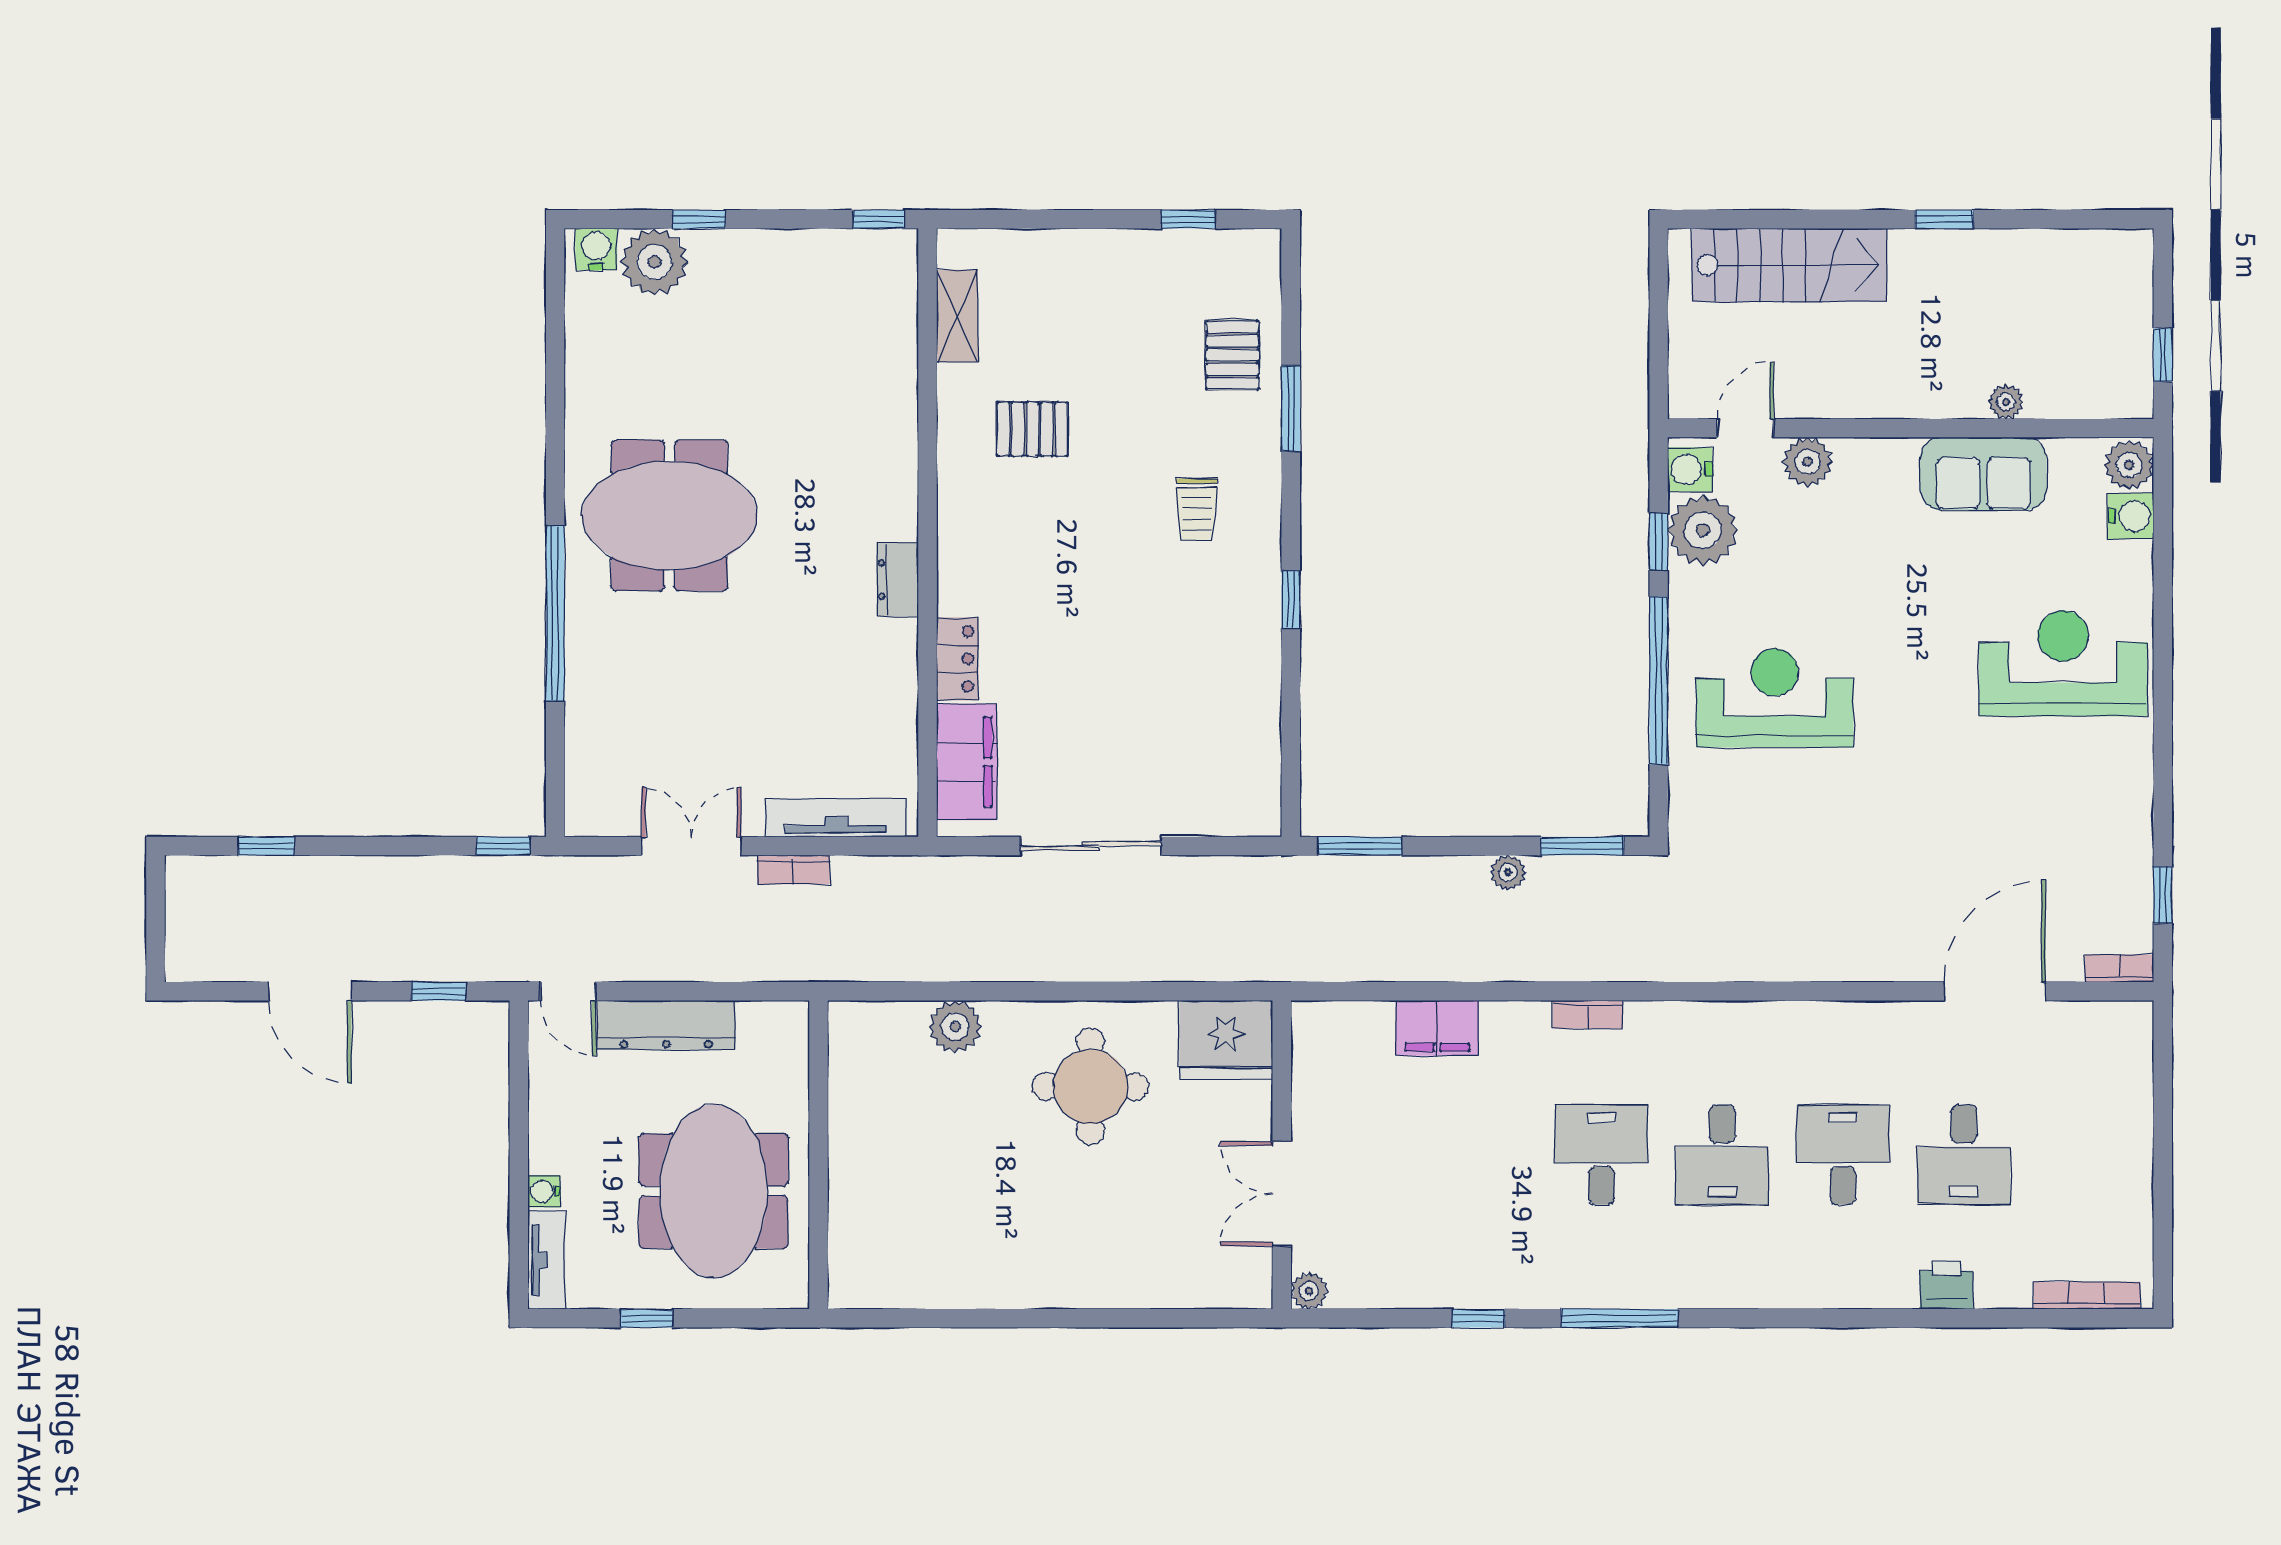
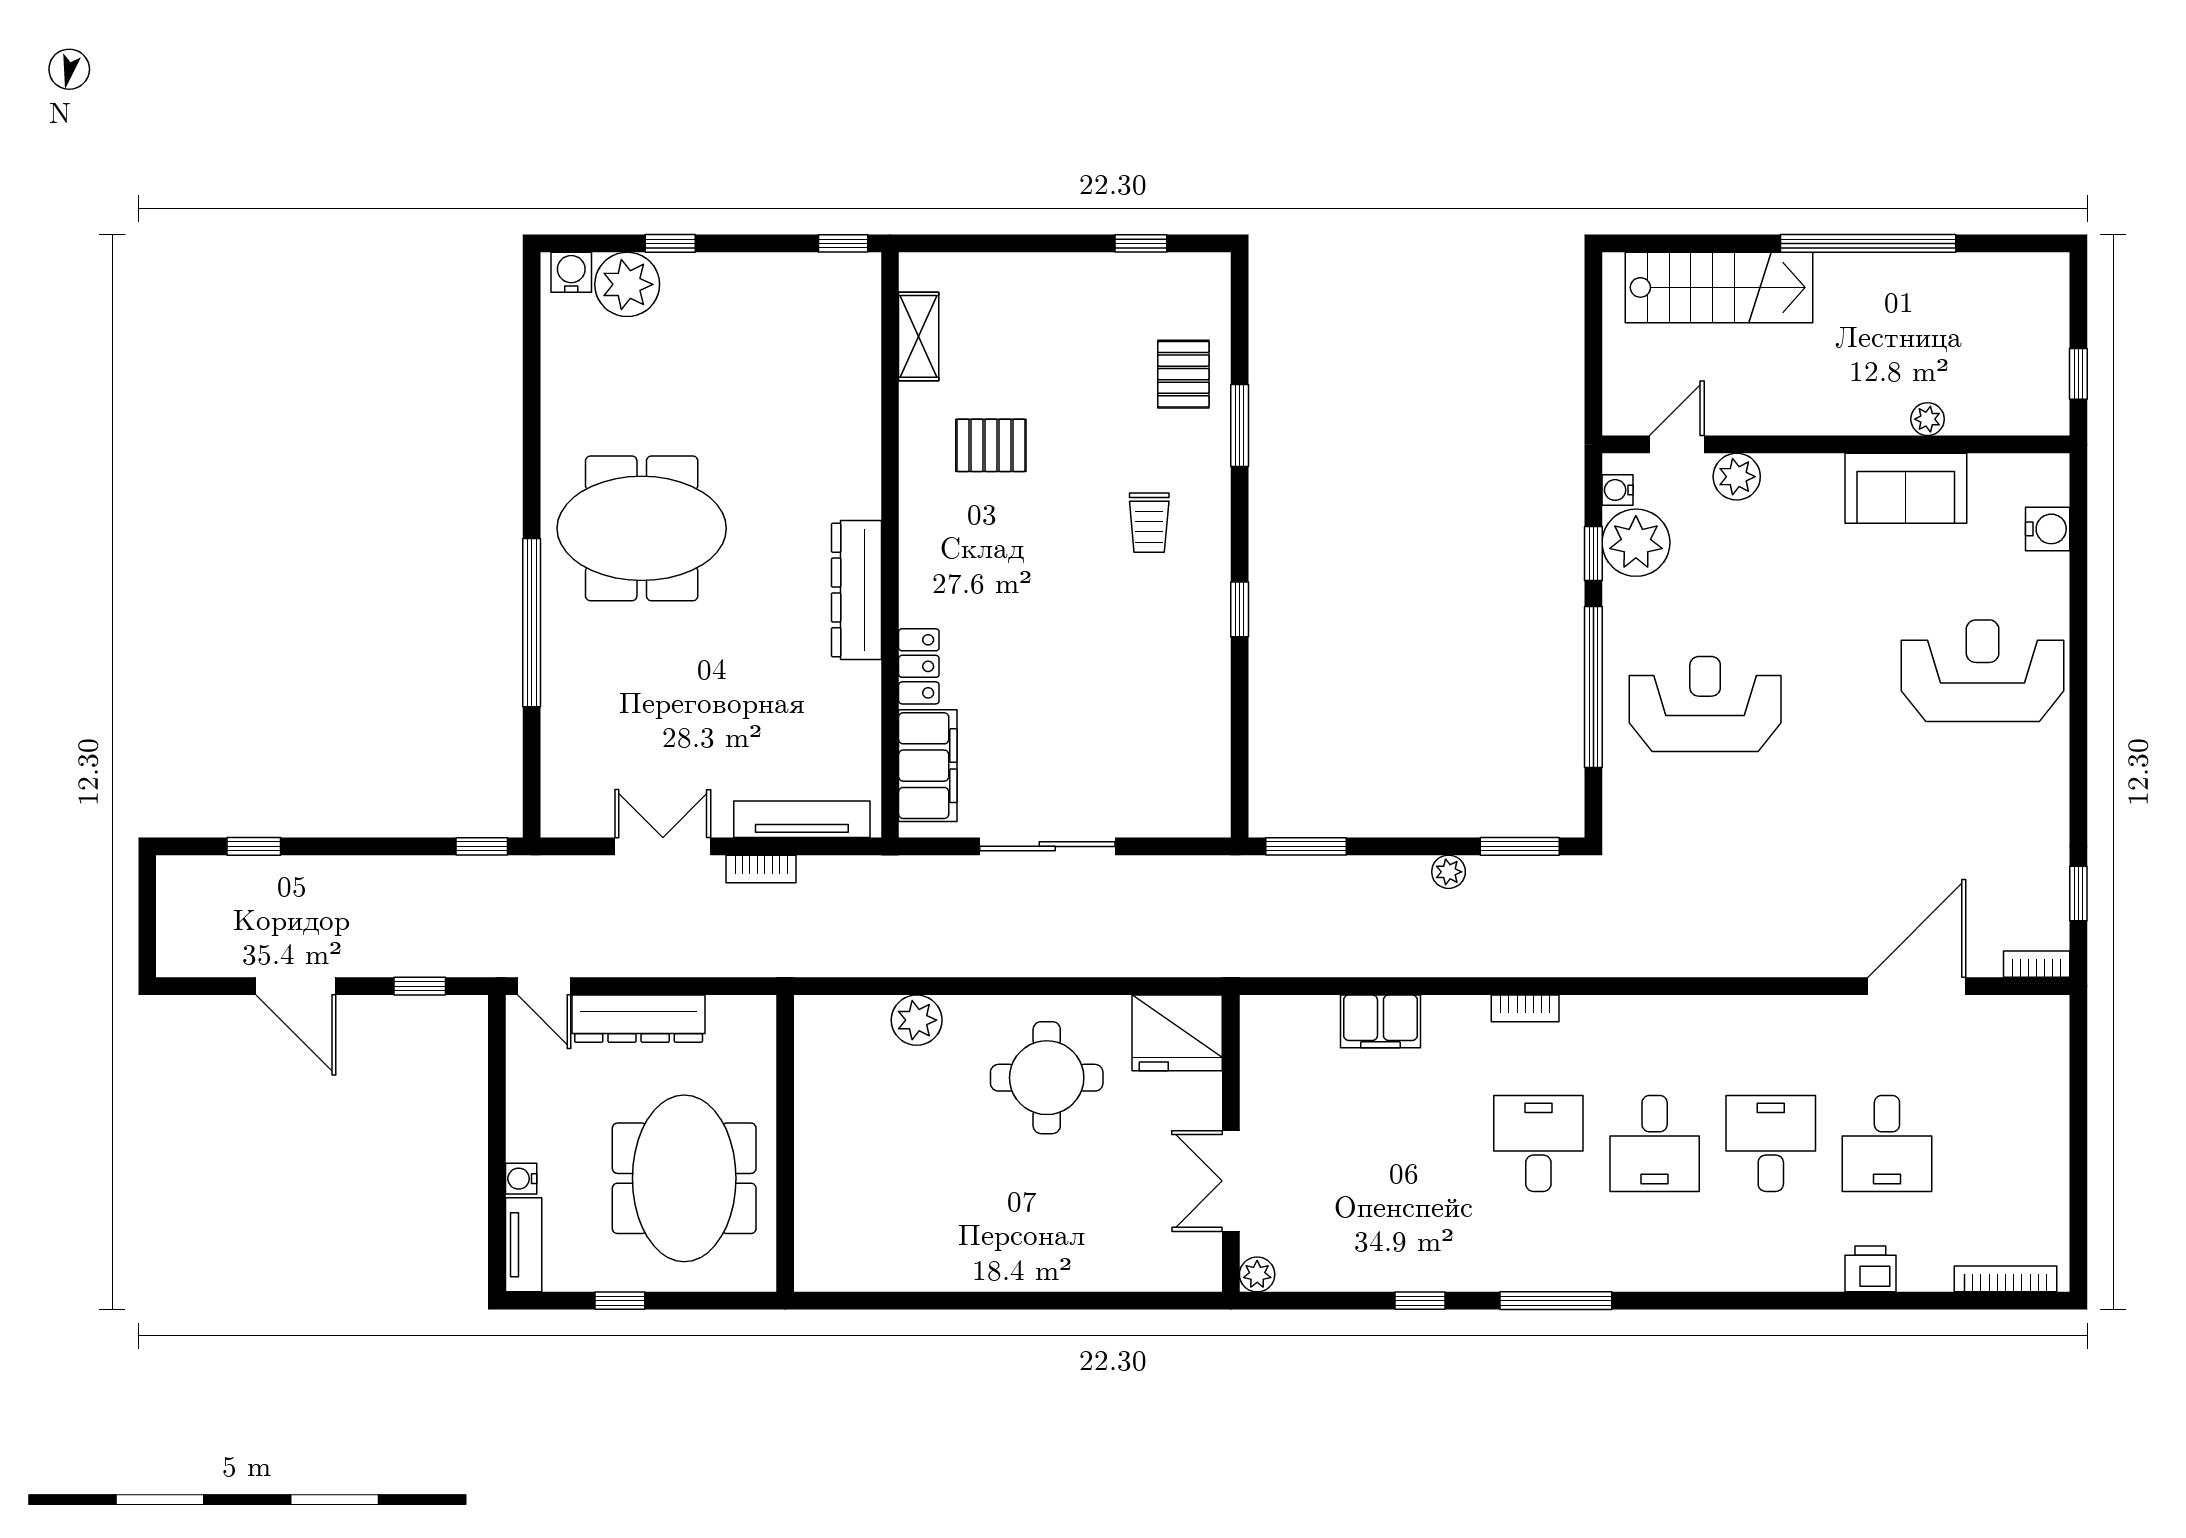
window: (1944, 219) -> (1868, 243), width x3.17
plant: (2129, 465) -> (2046, 480), removed
water cooler: (1690, 469) -> (1618, 490), width x0.72, depth x0.72
dresser: (898, 580) -> (856, 590), width x1.96, depth x1.24

